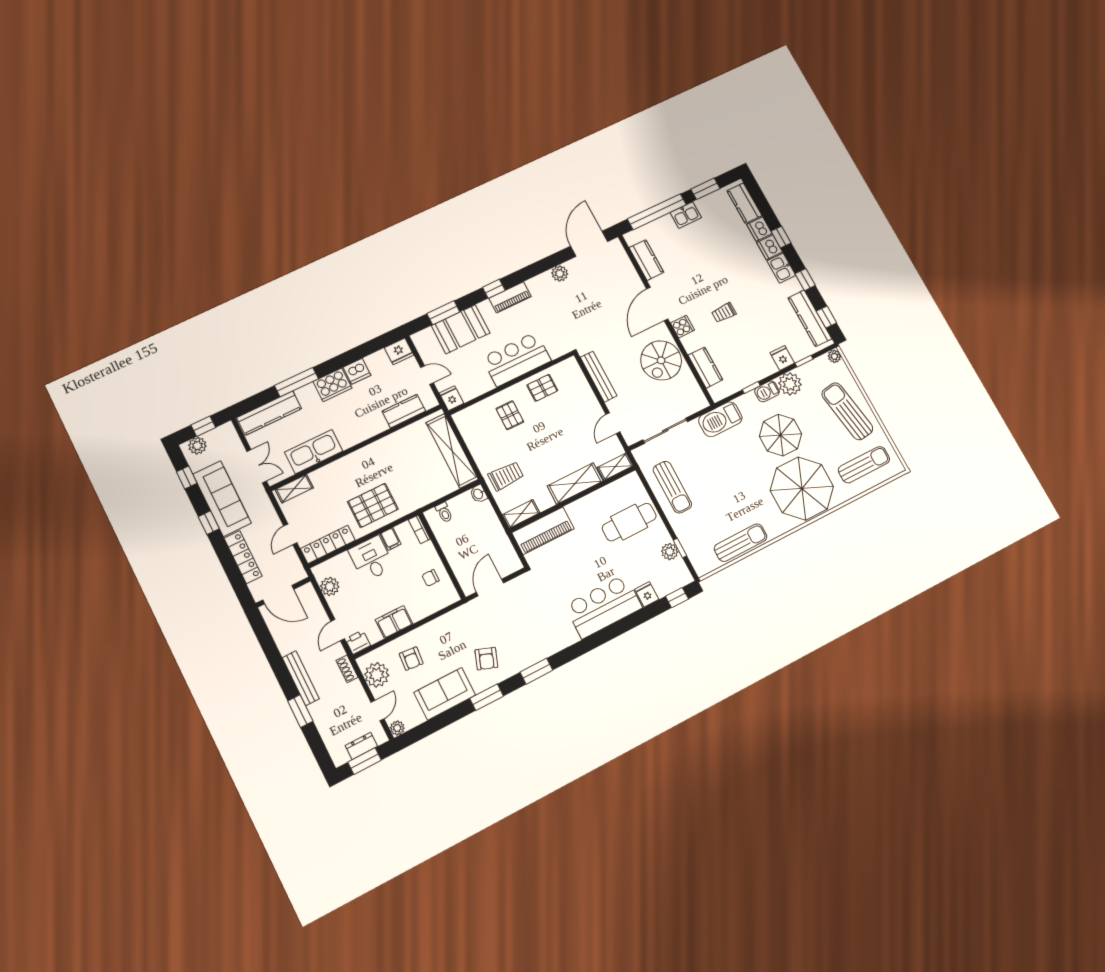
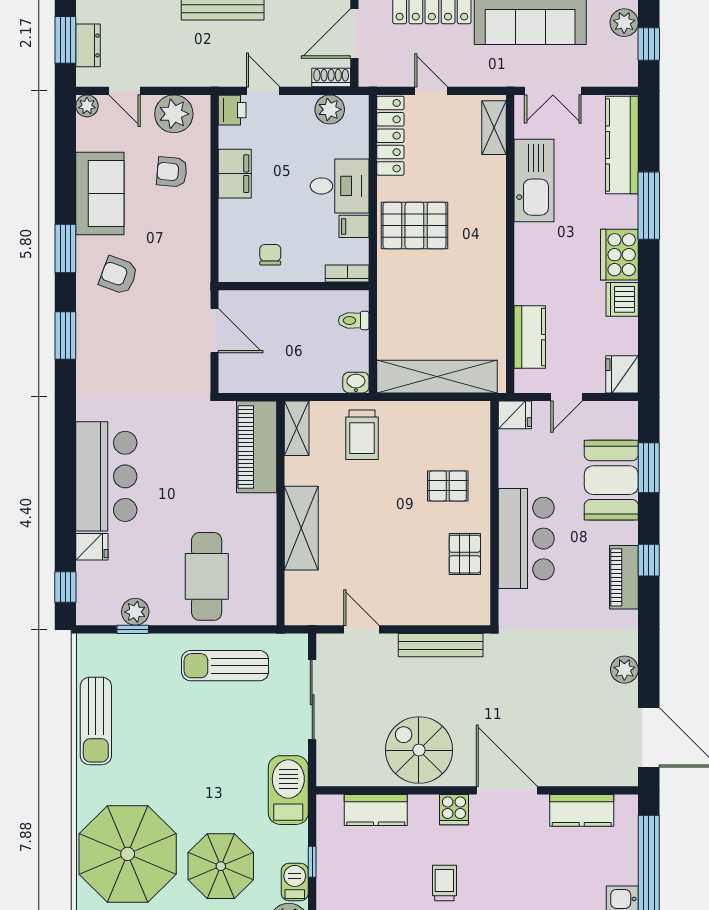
shelving: (615, 467) -> (296, 599), removed
pallet: (373, 505) -> (414, 225), turned 90
shoe rack: (347, 669) -> (331, 77), moved

